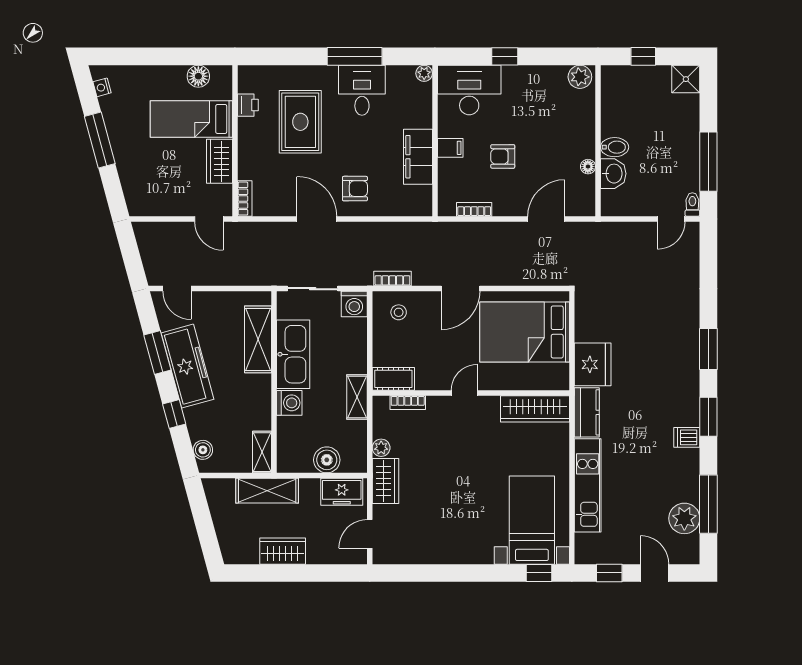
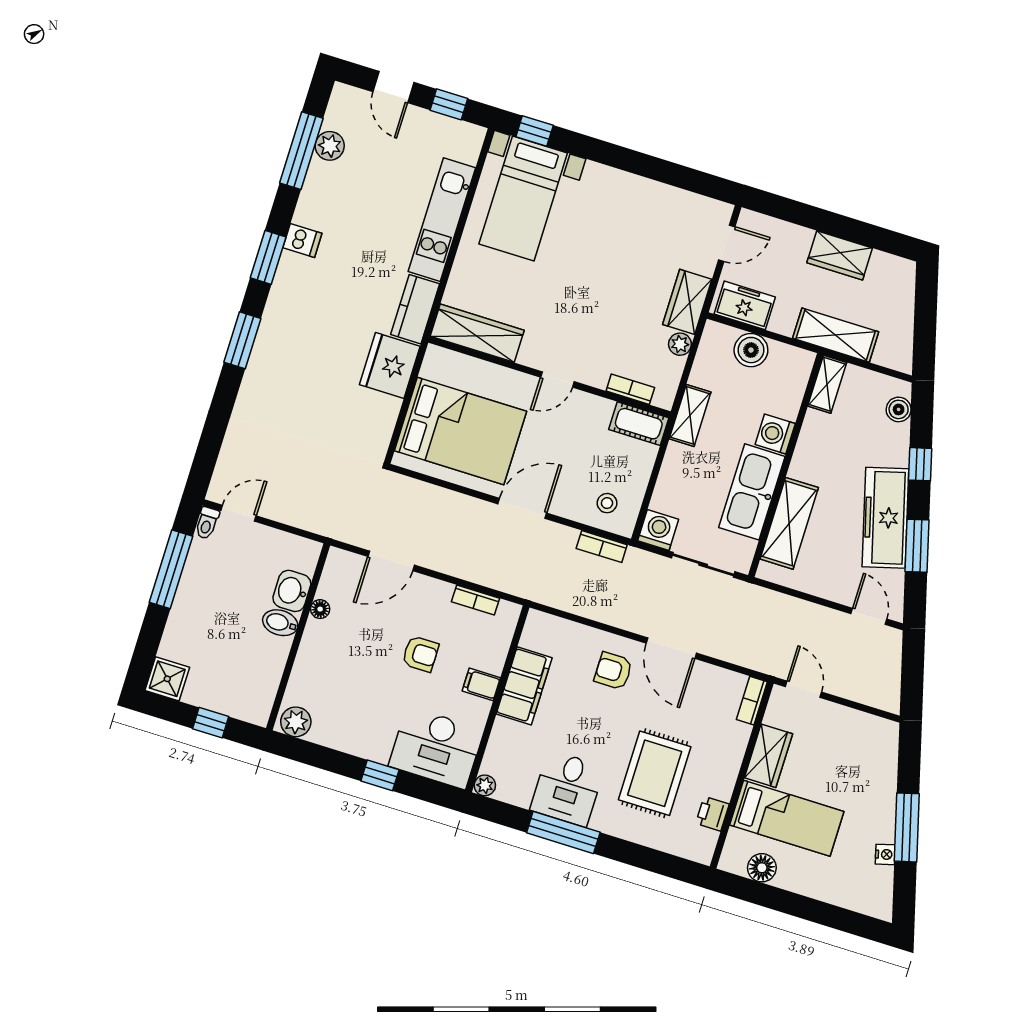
nightstand: (102, 87) -> (885, 854), moved
plant: (684, 518) -> (330, 146), width x0.73, depth x0.73

